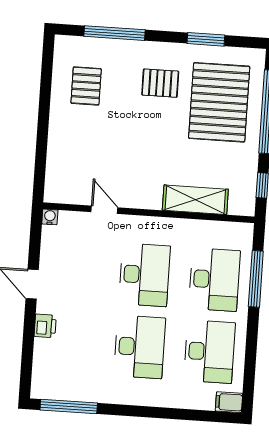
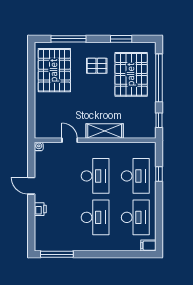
pallet: (86, 86) -> (54, 70), width x2.05, depth x2.00
shelving: (195, 200) -> (105, 131), moved
window: (256, 279) -> (159, 174), width x0.46

